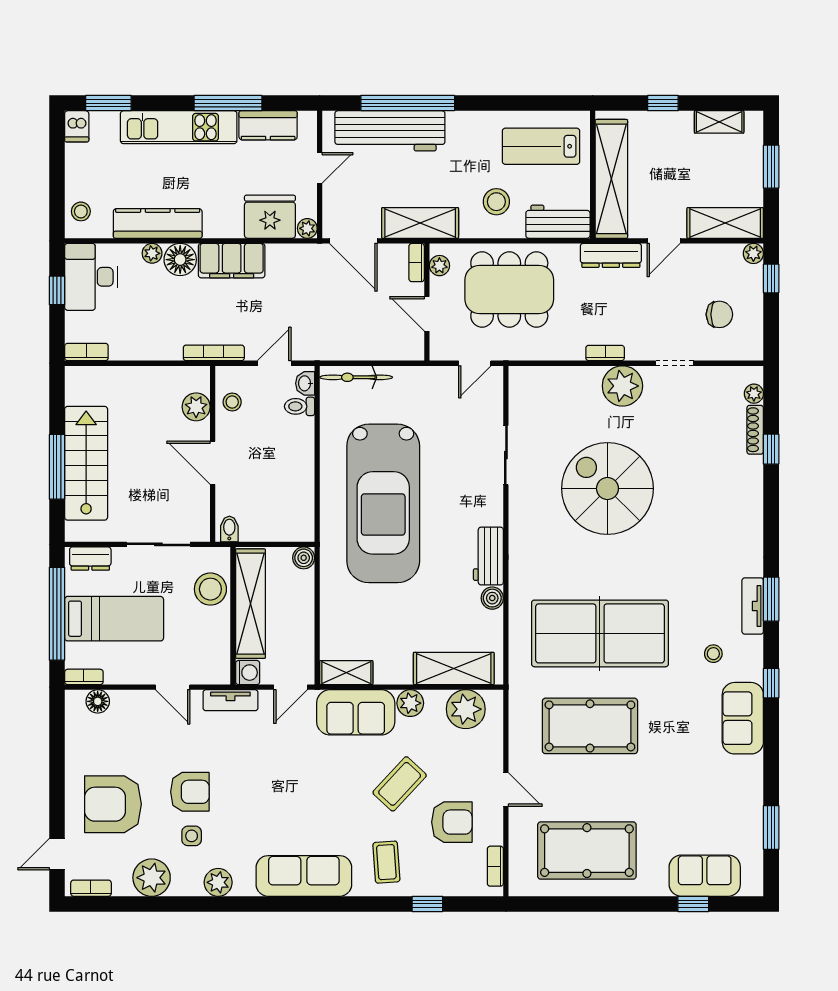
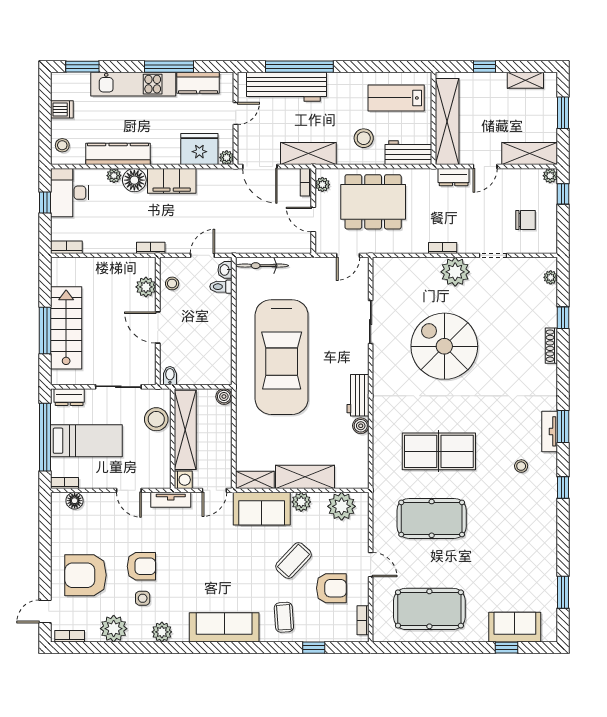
dishwasher: (77, 126) -> (62, 109), moved, turned -90
dresser: (611, 255) -> (454, 177), width x0.70
bookcase: (214, 353) -> (151, 248), width x0.64
shoe rack: (755, 430) -> (551, 346), moved
table tennis table: (600, 633) -> (439, 451), width x0.73, depth x0.76
shelving: (454, 668) -> (305, 477), moved
sofa: (743, 718) -> (543, 513), removed

